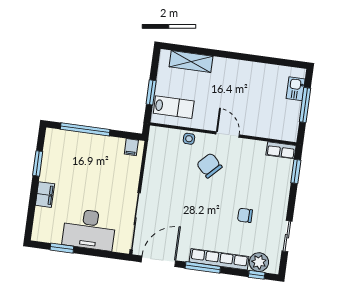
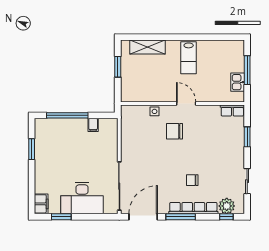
kitchen sink: (296, 89) -> (238, 82), moved
window: (151, 92) -> (118, 67), moved
lab bench: (174, 107) -> (189, 58), moved, turned 90
filing cabinet: (131, 147) -> (93, 125), moved
chair: (209, 165) -> (175, 131), turned -45
window: (296, 171) -> (247, 137), moved
filing cabinet: (45, 195) -> (41, 204), moved
chair: (245, 215) -> (192, 180), moved

